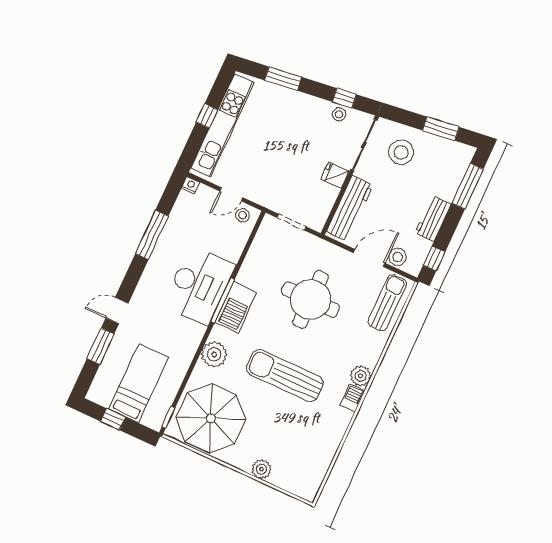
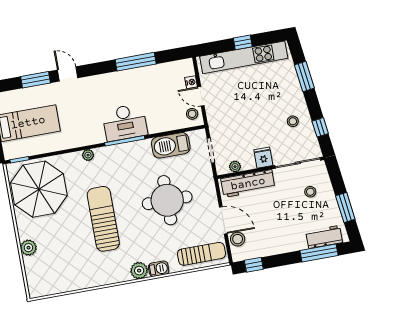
stool: (339, 114) -> (293, 121), moved
stool: (401, 152) -> (310, 192), width x0.53, depth x0.53
nightstand: (191, 185) -> (191, 82), moved
plant: (324, 209) -> (235, 167), added
workbench: (433, 218) -> (324, 237), moved
desk: (199, 285) -> (125, 122), width x0.73, depth x0.77
barbecue: (236, 308) -> (171, 145), moved
plant: (214, 354) -> (88, 155), width x0.53, depth x0.53
barbecue: (353, 398) -> (159, 269), moved

